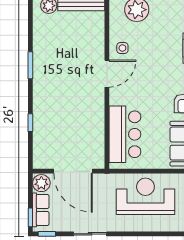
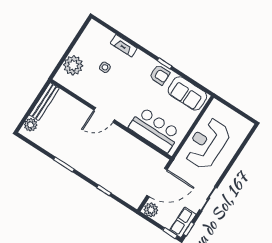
side table: (122, 48) -> (105, 67), moved
door: (107, 74) -> (104, 115), swing flipped
row of seats: (41, 210) -> (183, 222), moved, turned -90

